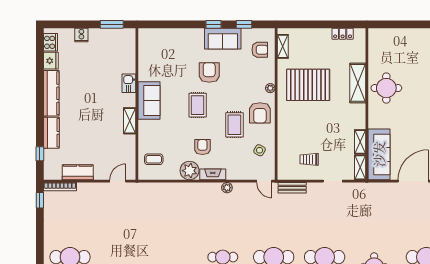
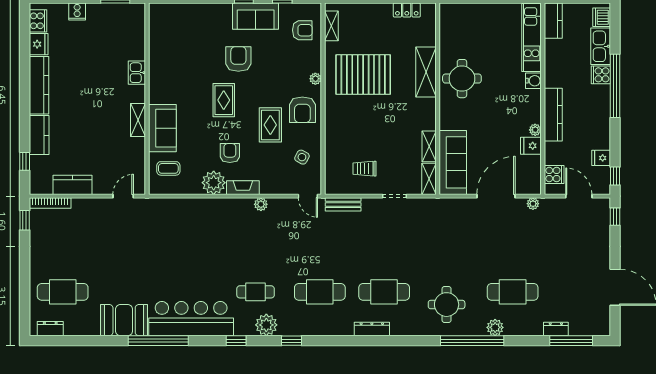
sofa: (149, 101) -> (162, 128), moved

